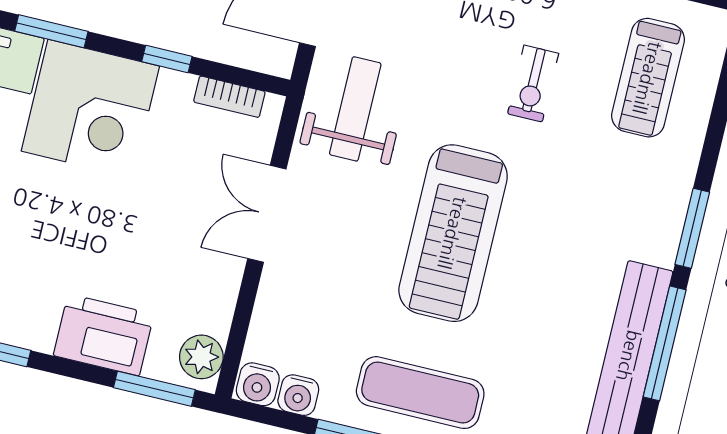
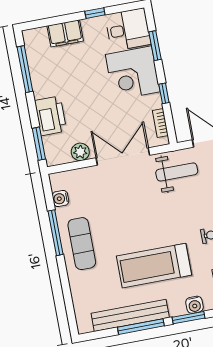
double door: (267, 214) -> (123, 157), width x1.37
treadmill: (453, 233) -> (154, 266), moved
plant: (201, 357) -> (80, 152), moved
water cooler: (258, 384) -> (195, 305), moved, turned -90

